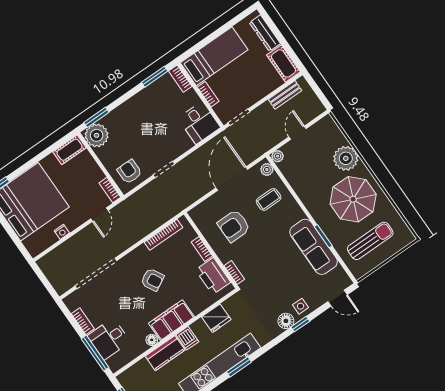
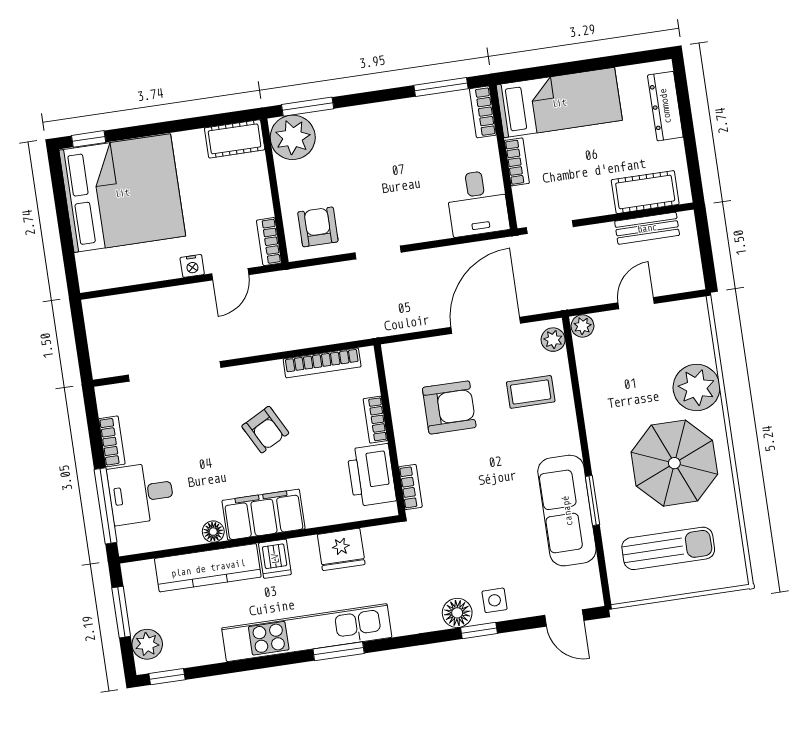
cot: (283, 63) -> (645, 192), moved, turned 90
armchair: (234, 226) -> (449, 407), turned 180
nightstand: (62, 232) -> (192, 266), moved
kitchen counter: (165, 353) -> (208, 568), width x1.50

